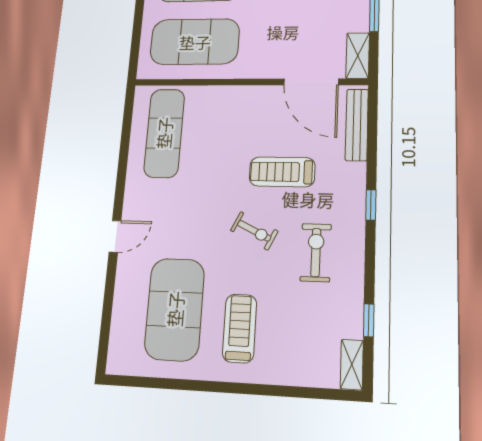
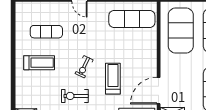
exercise bike: (316, 253) -> (75, 96), turned 180
exercise mat: (175, 309) -> (46, 32), width x0.50, depth x0.69

